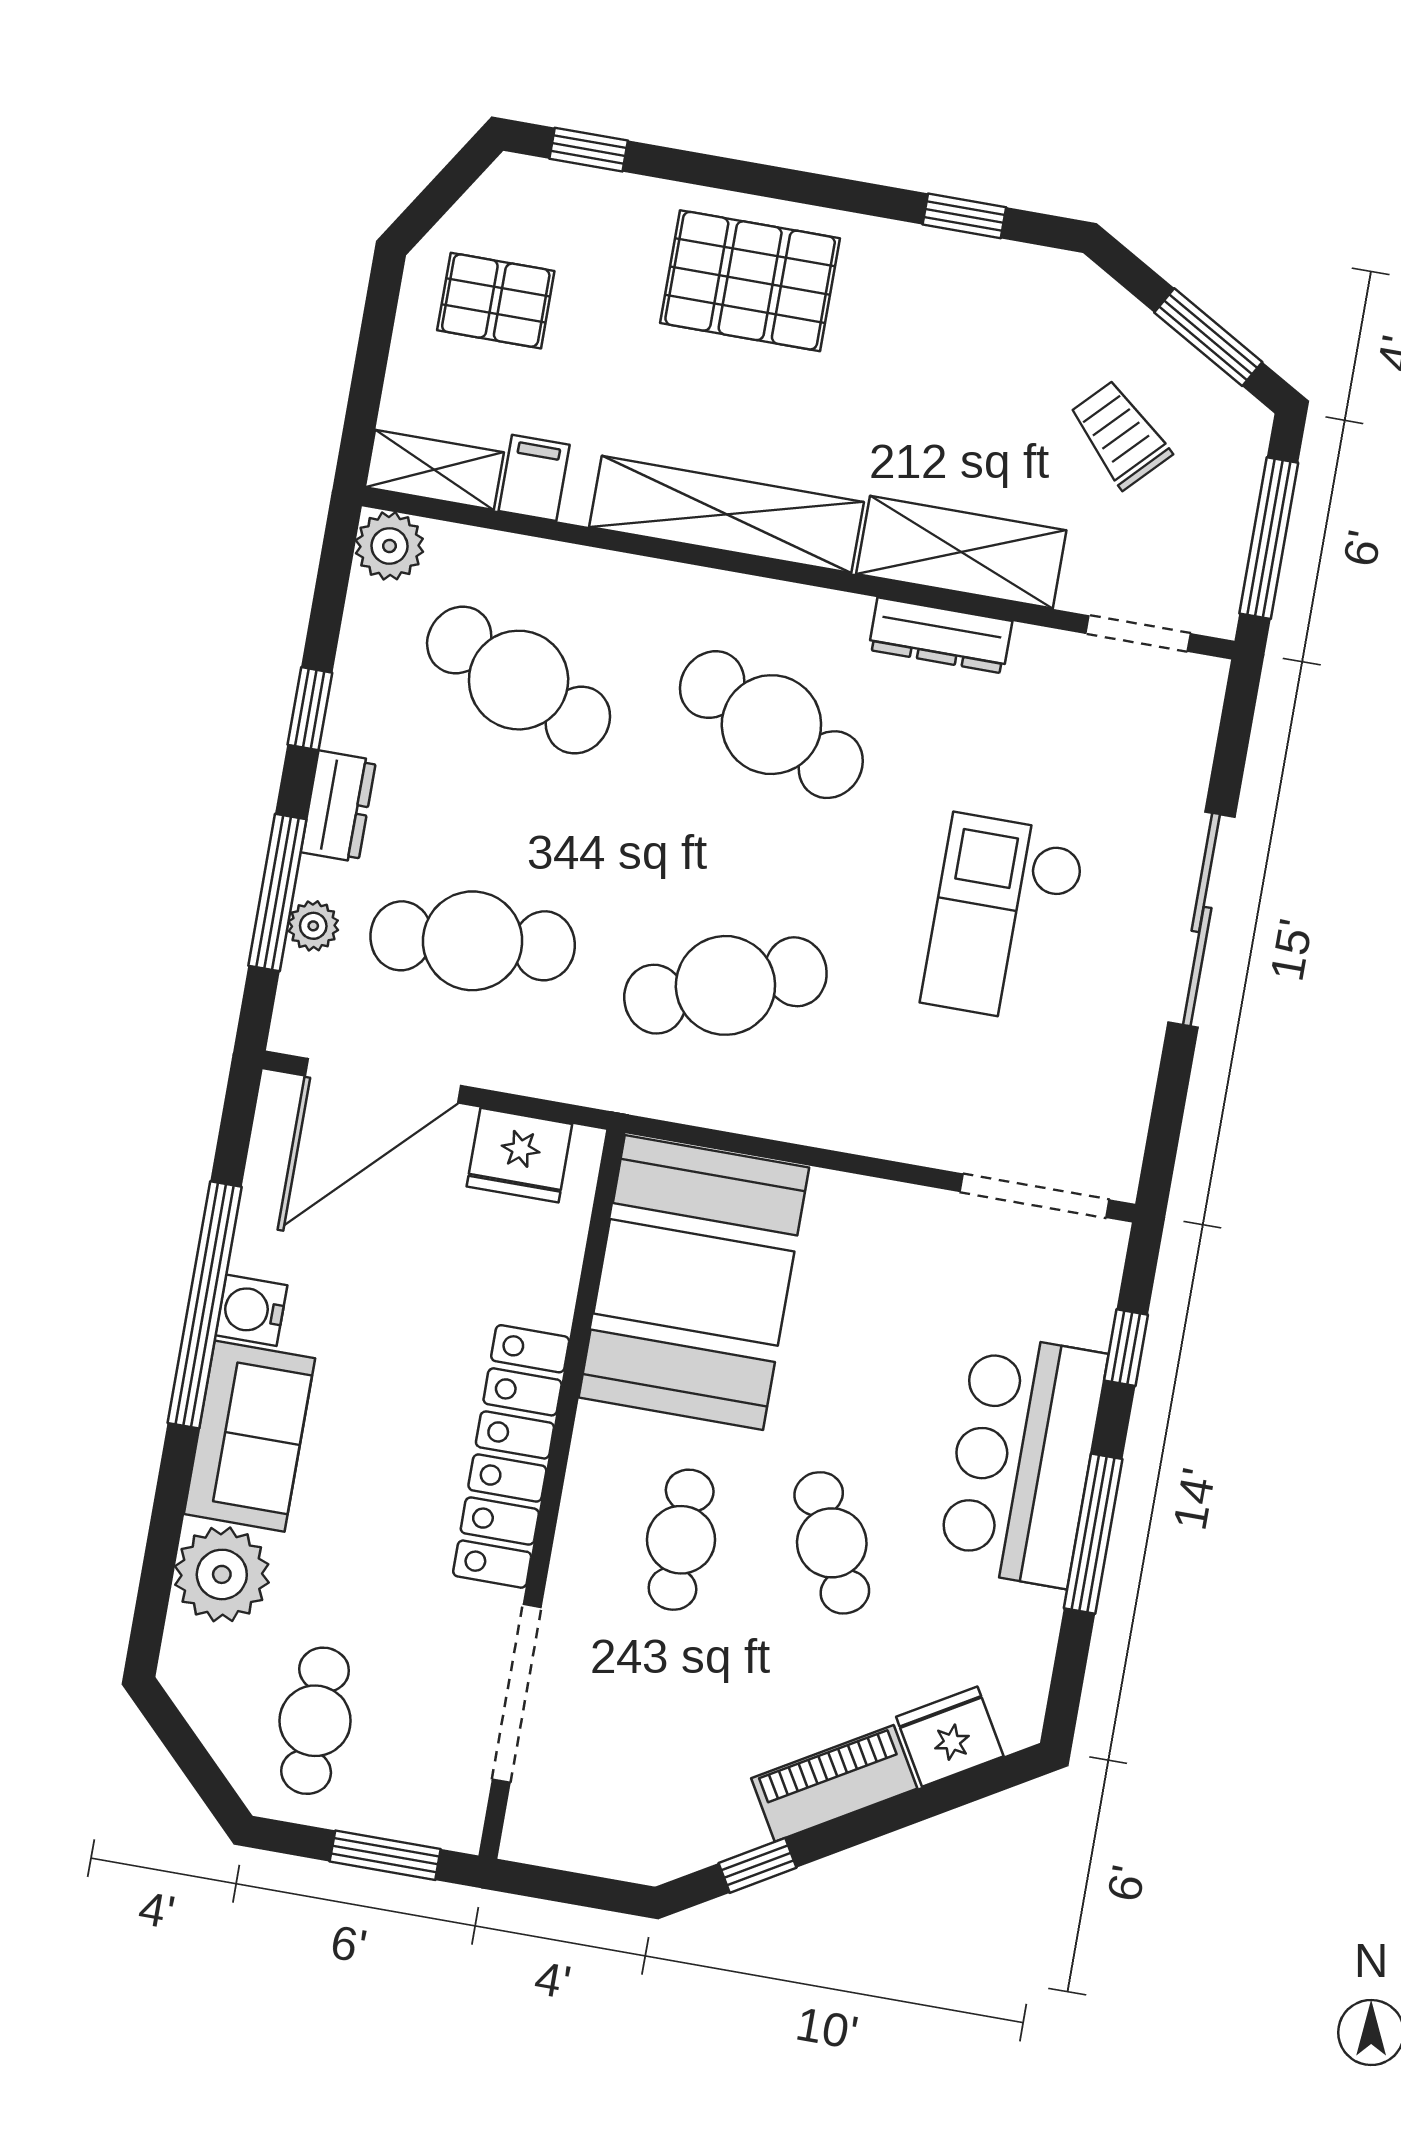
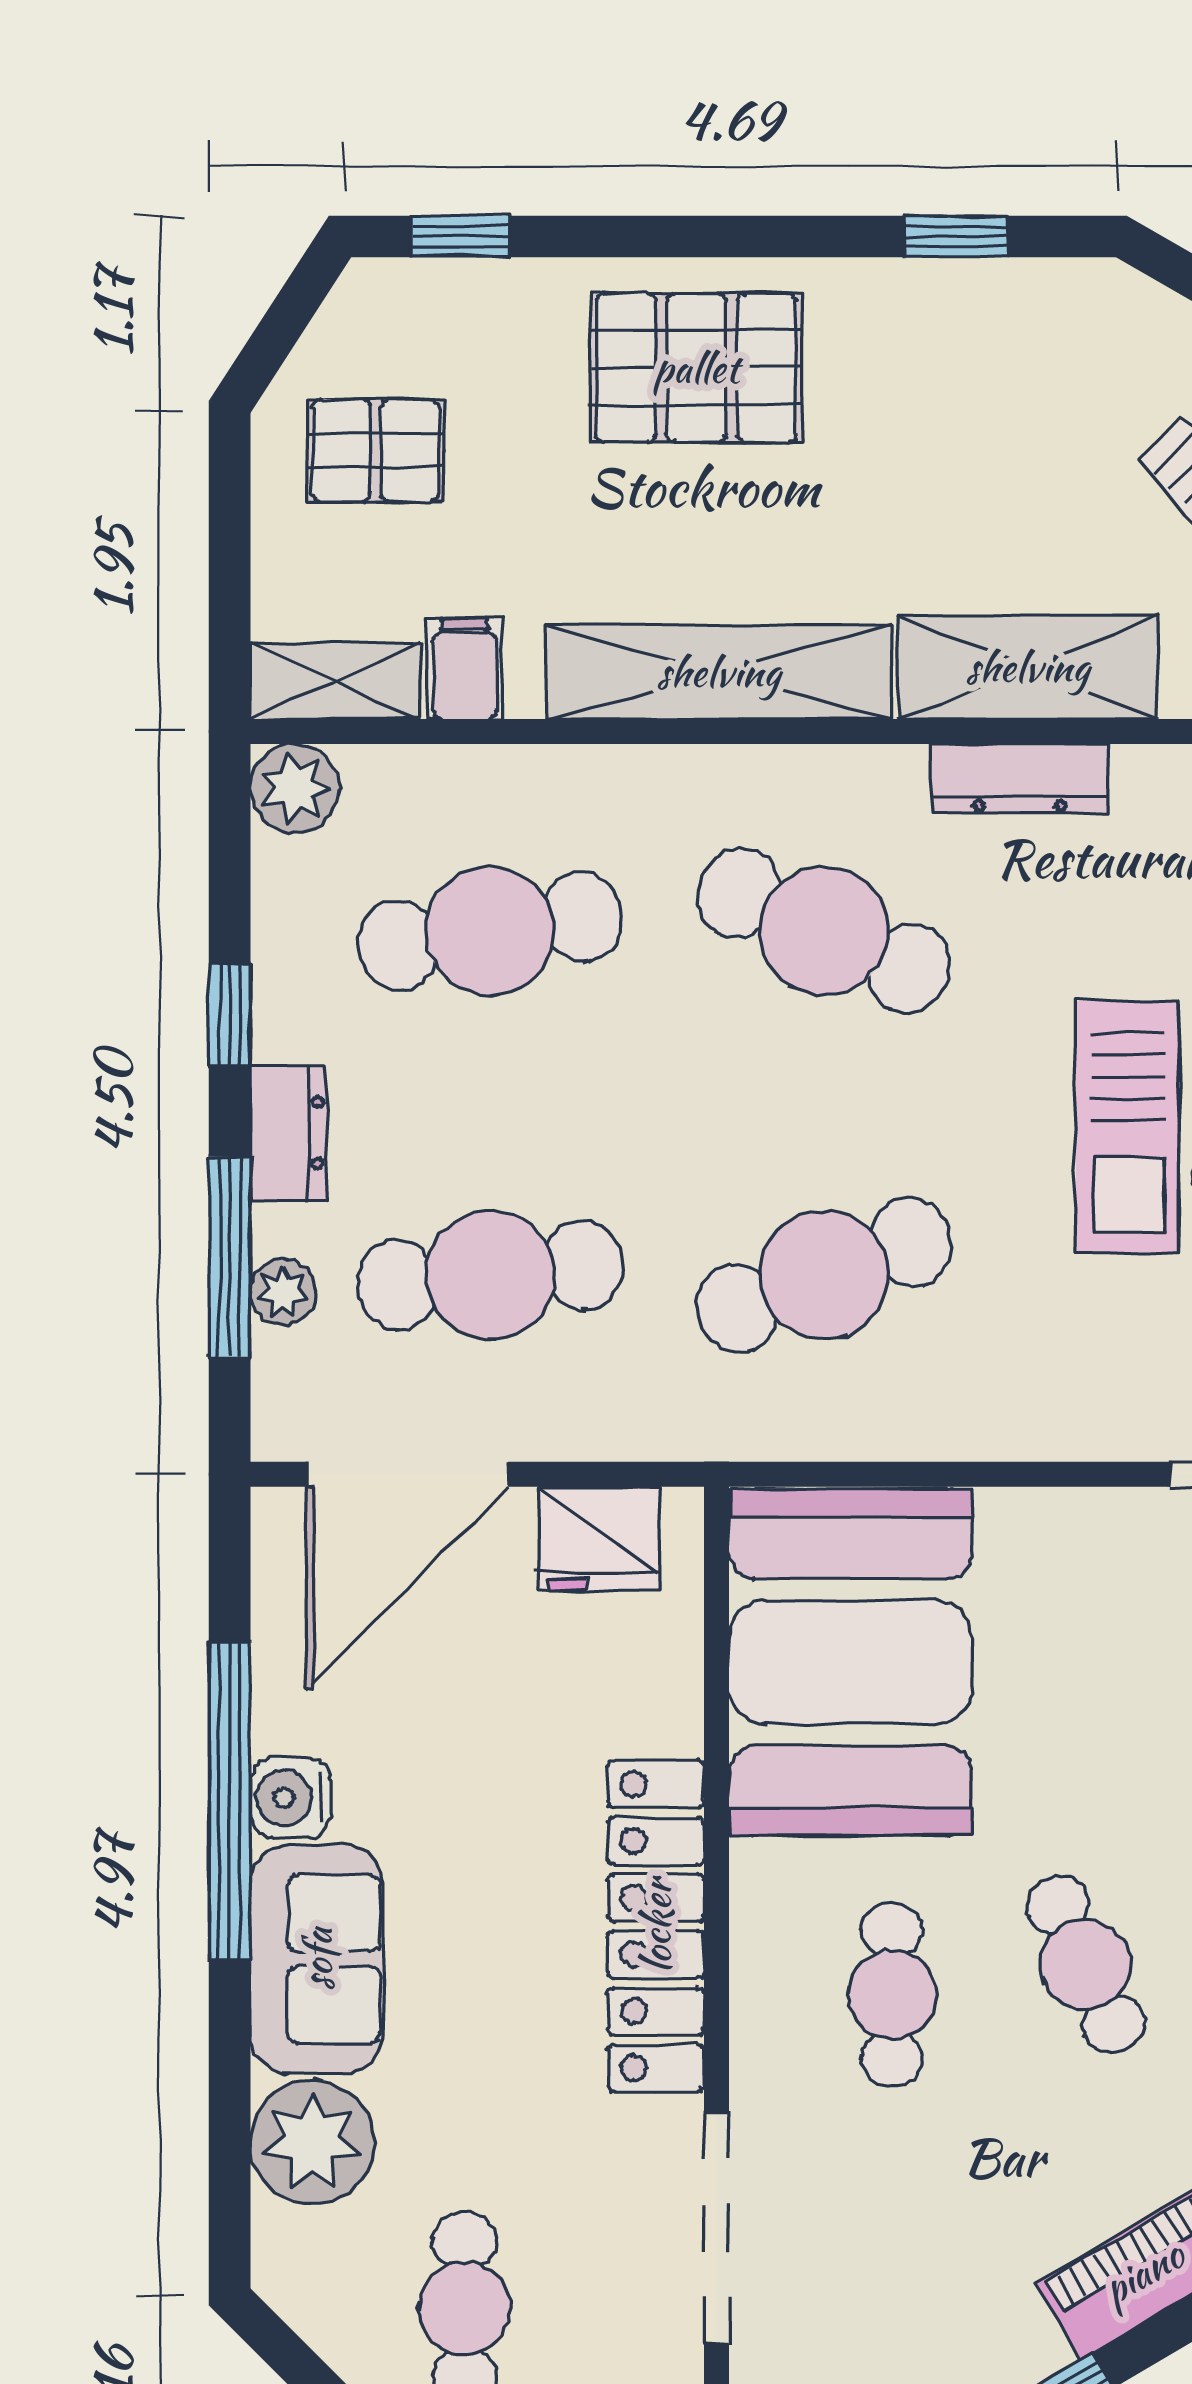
cafe table: (519, 680) -> (490, 931), turned -33

